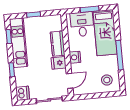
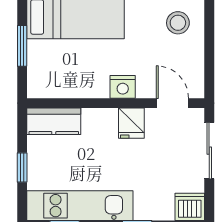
desk: (82, 24) -> (53, 65), removed
kitchen counter: (58, 44) -> (54, 121), moved

